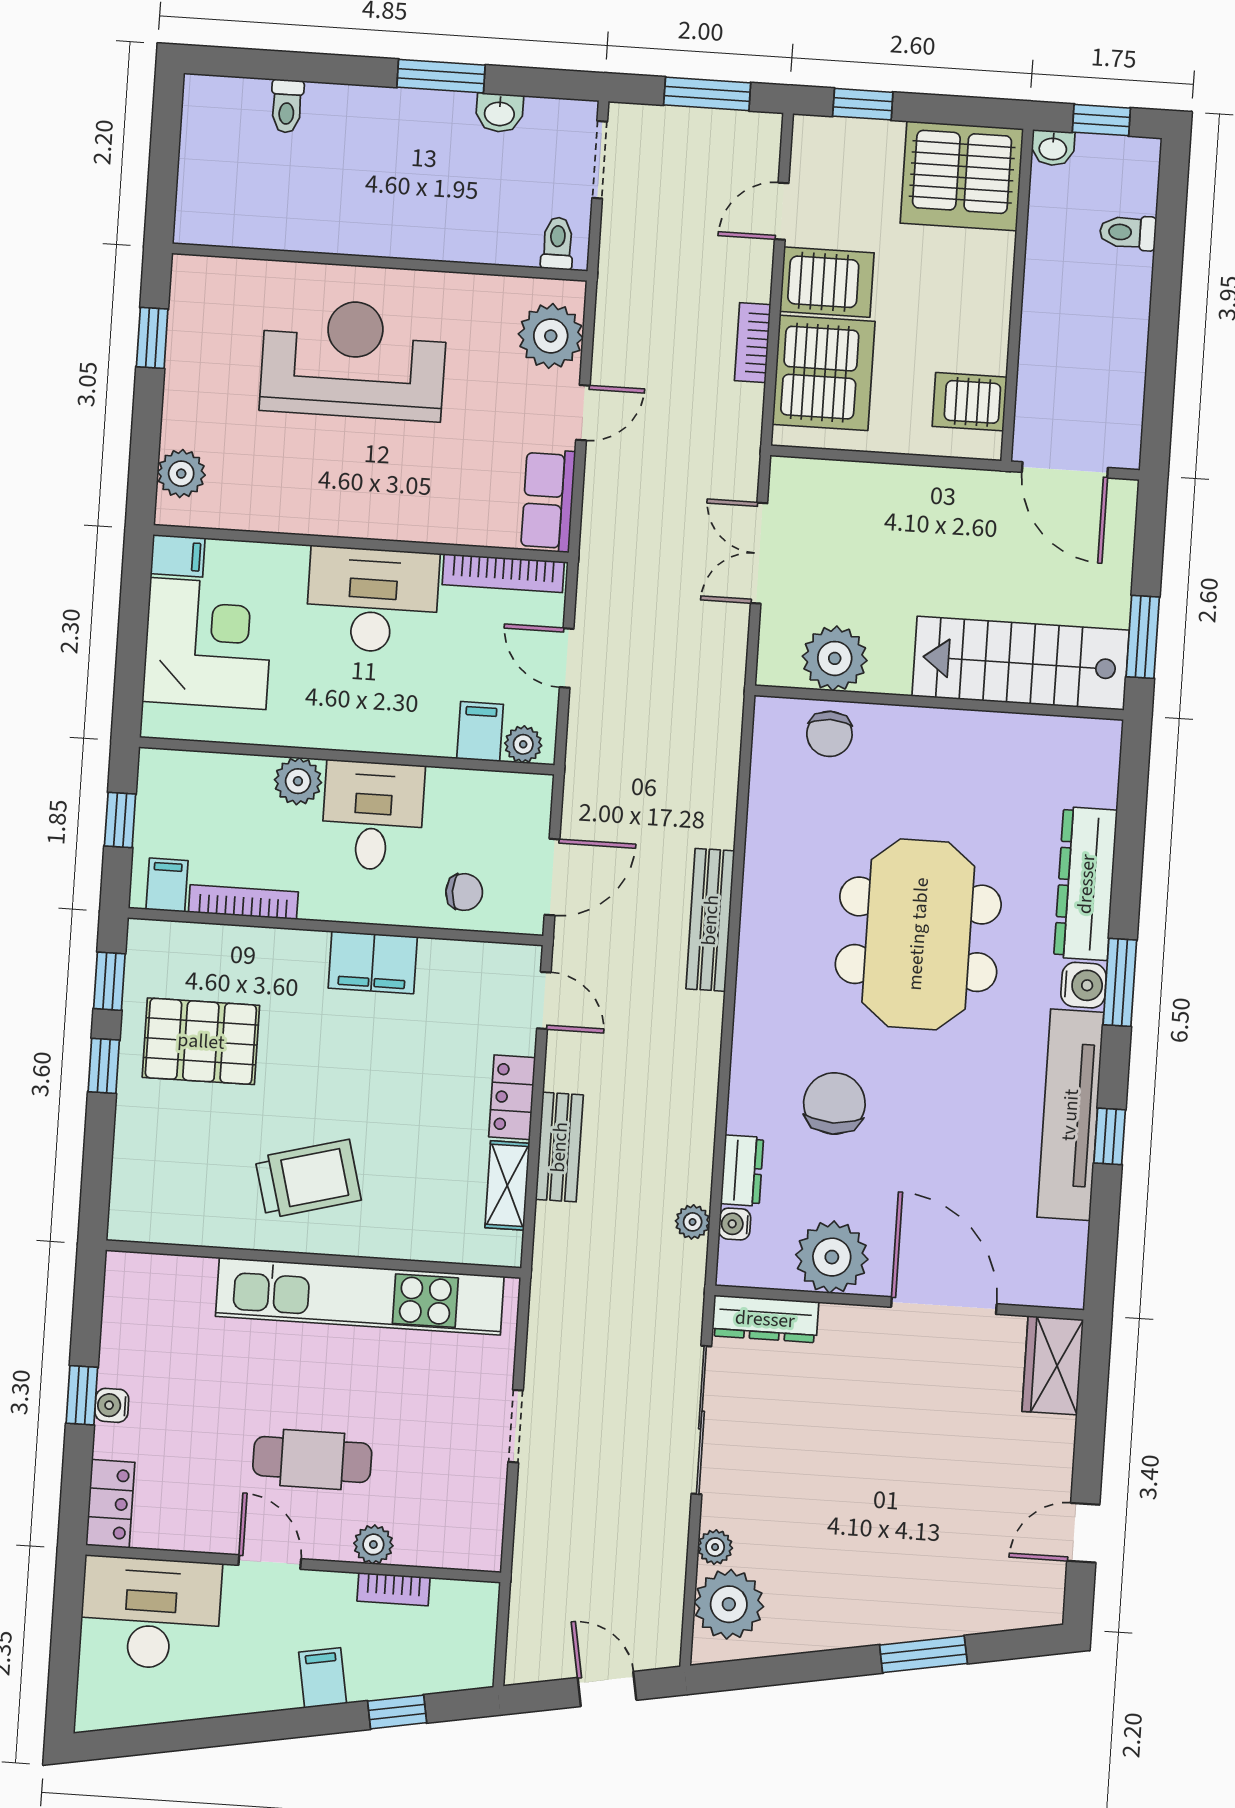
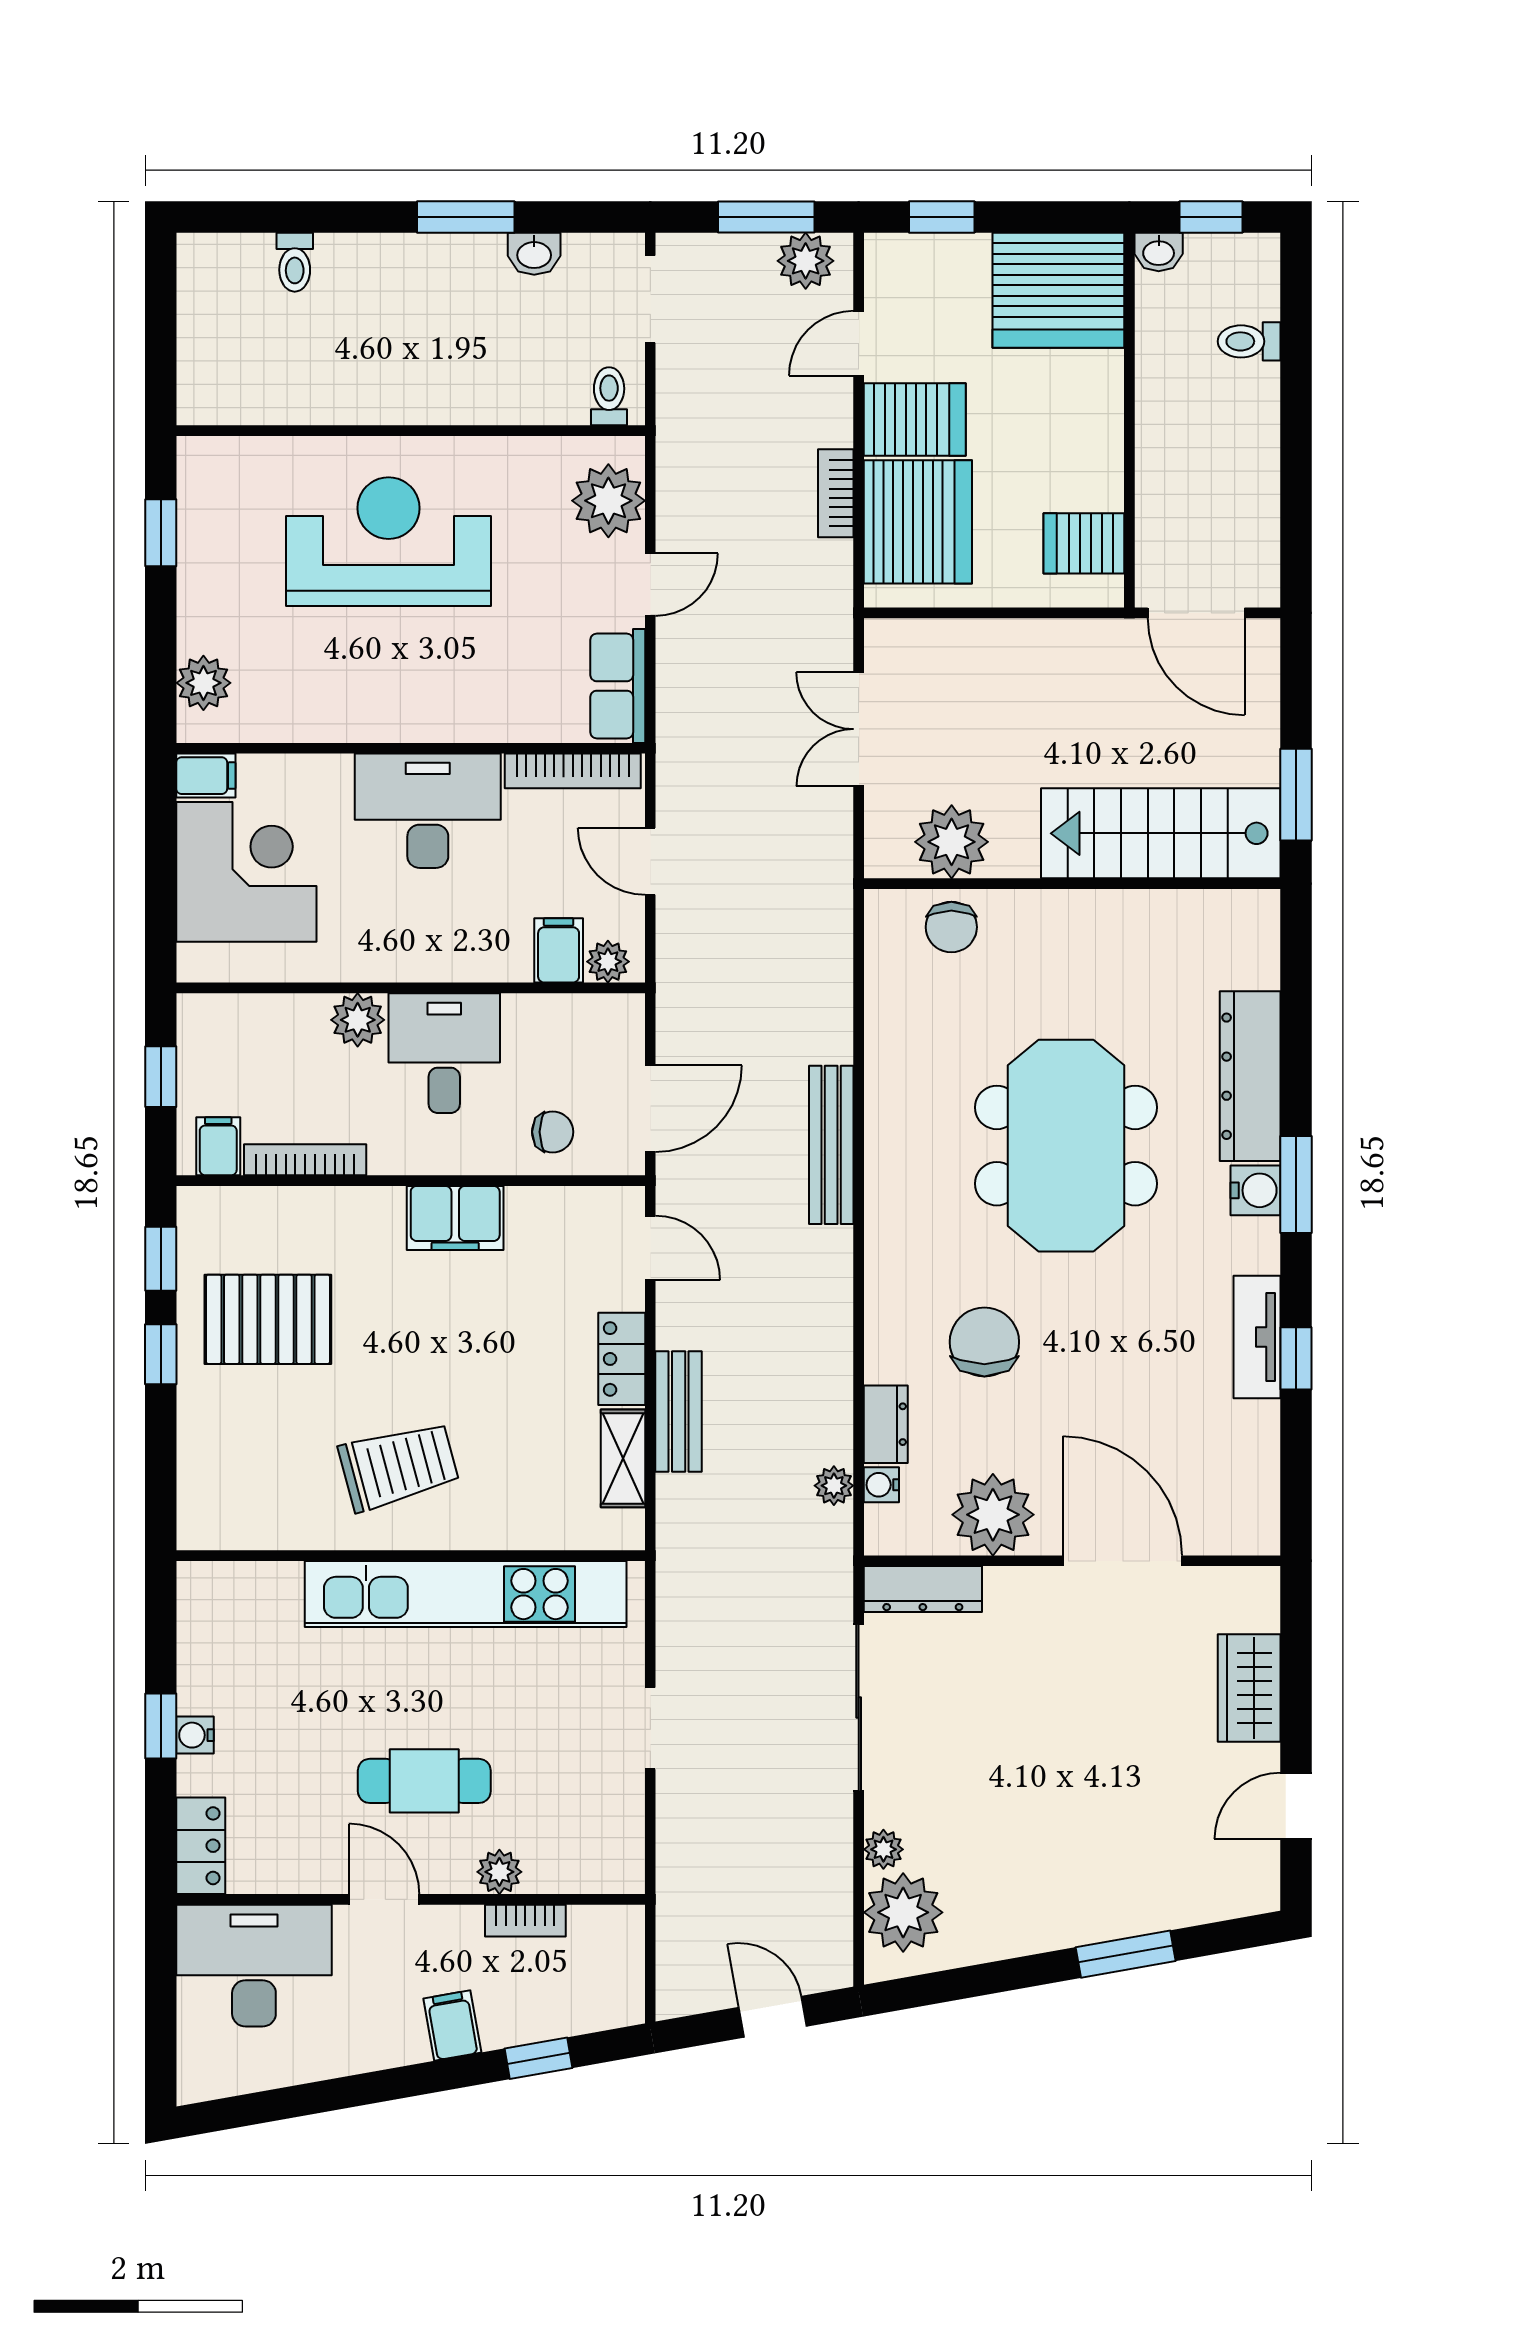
plant: (740, 135) -> (806, 261), added
tv unit: (1070, 1115) -> (1257, 1337), width x0.52, depth x0.78
wardrobe: (1053, 1365) -> (1249, 1688), moved

